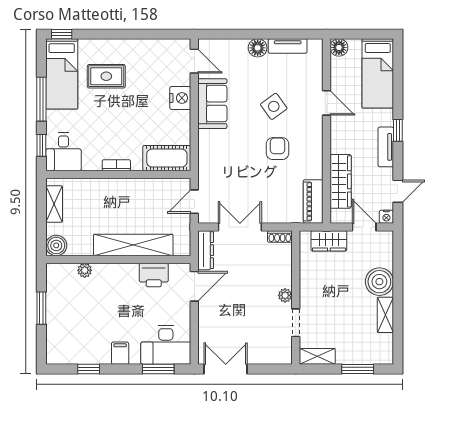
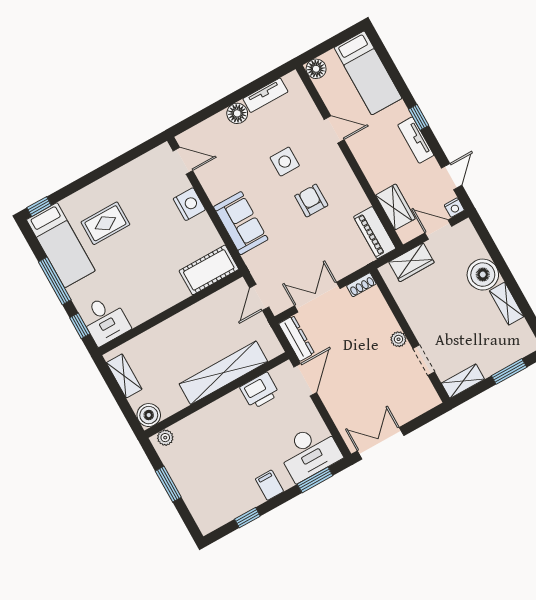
sofa: (212, 104) -> (241, 223), moved
side table: (274, 106) -> (285, 162), turned 36
bookcase: (116, 165) -> (164, 304), removed
wardrobe: (341, 181) -> (395, 207), width x0.67
plant: (85, 270) -> (165, 438), moved

